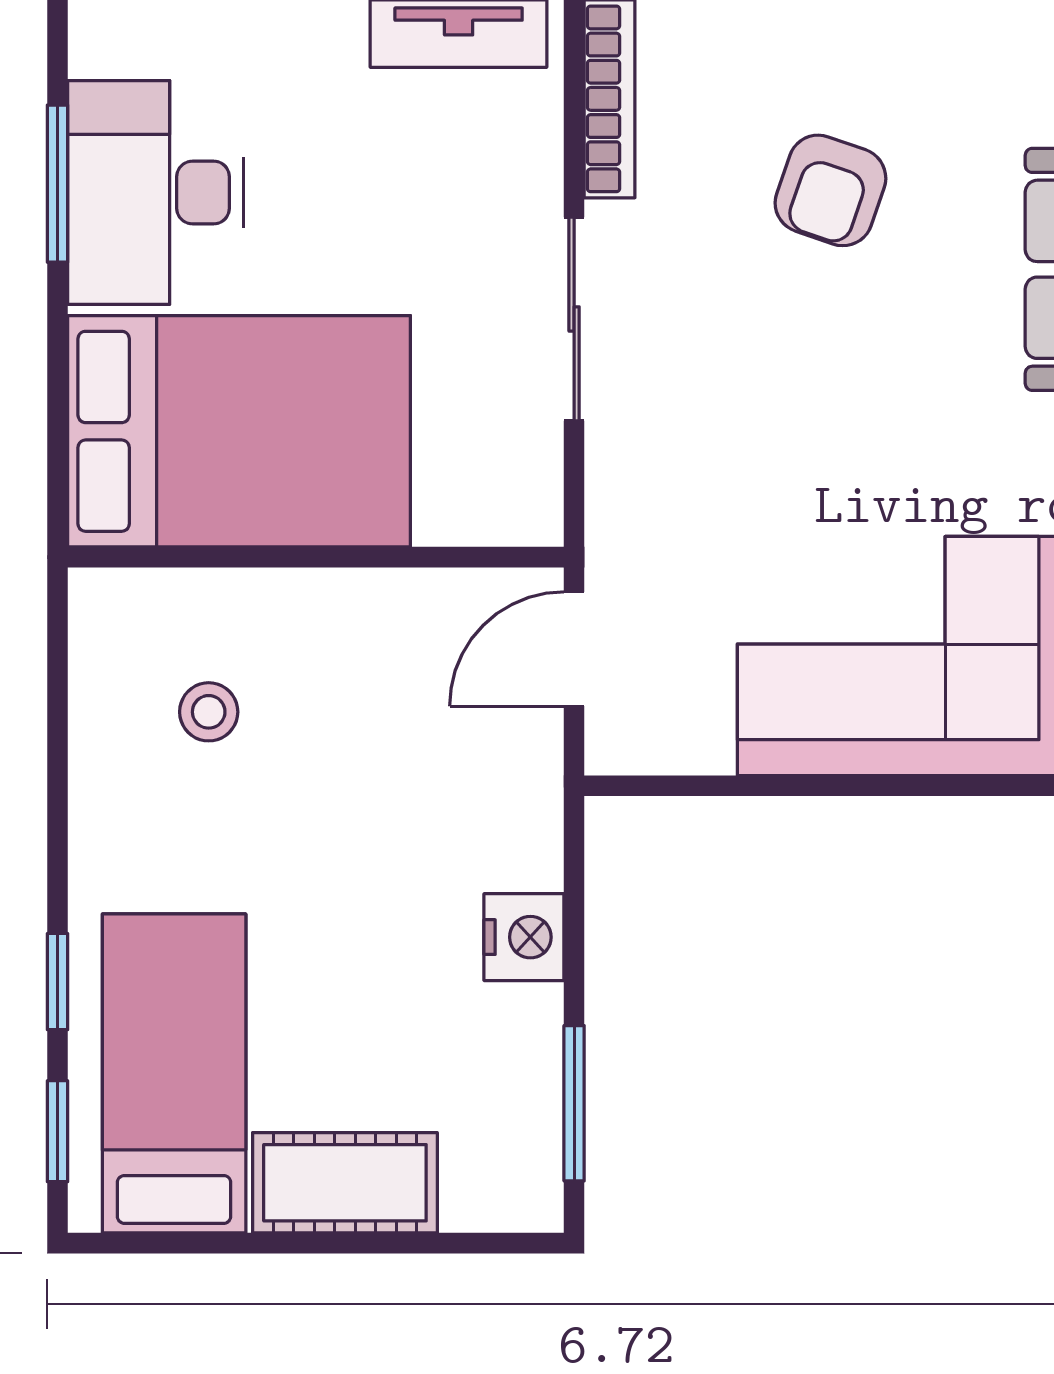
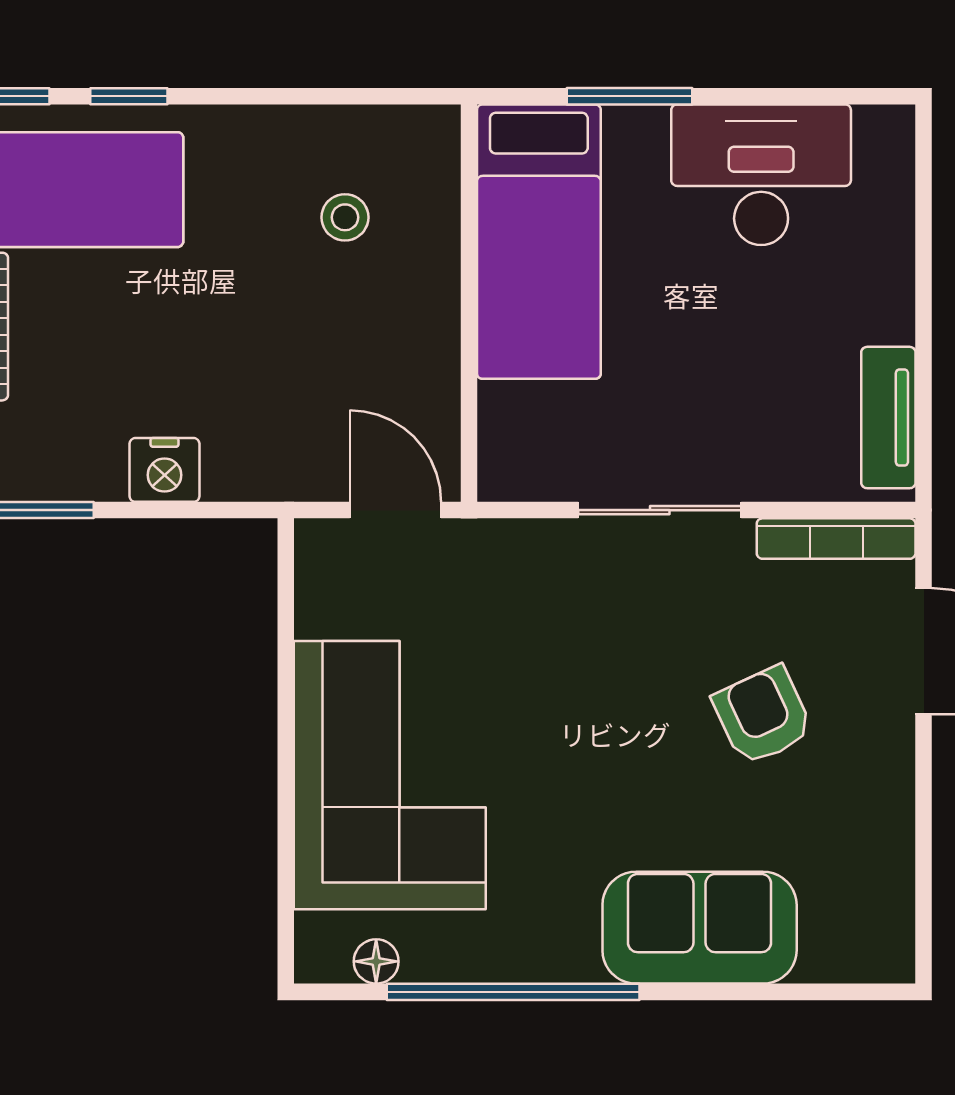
window: (57, 184) -> (629, 96), moved
armchair: (830, 190) -> (763, 716), turned 46
bed: (239, 431) -> (539, 242), width x0.67

